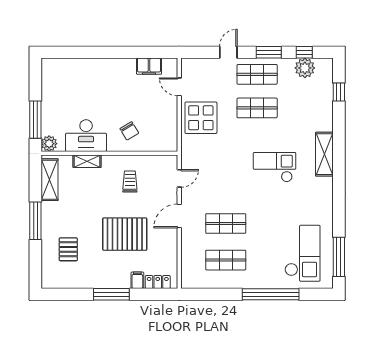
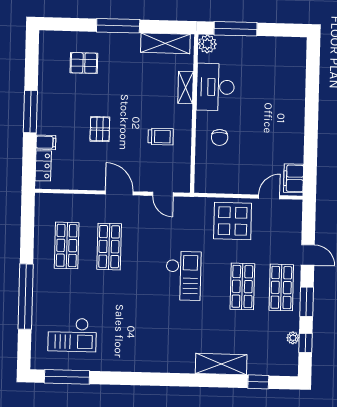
filing cabinet: (149, 66) -> (294, 178), moved
plant: (305, 68) -> (293, 338), width x0.53, depth x0.53
chair: (129, 131) -> (220, 137), turned -59
shelving: (324, 154) -> (221, 364), moved
checkout: (275, 167) -> (183, 276), moved
pallet: (125, 234) -> (100, 129), width x0.49, depth x0.50
checkout: (303, 253) -> (72, 335), width x0.73, depth x0.83

